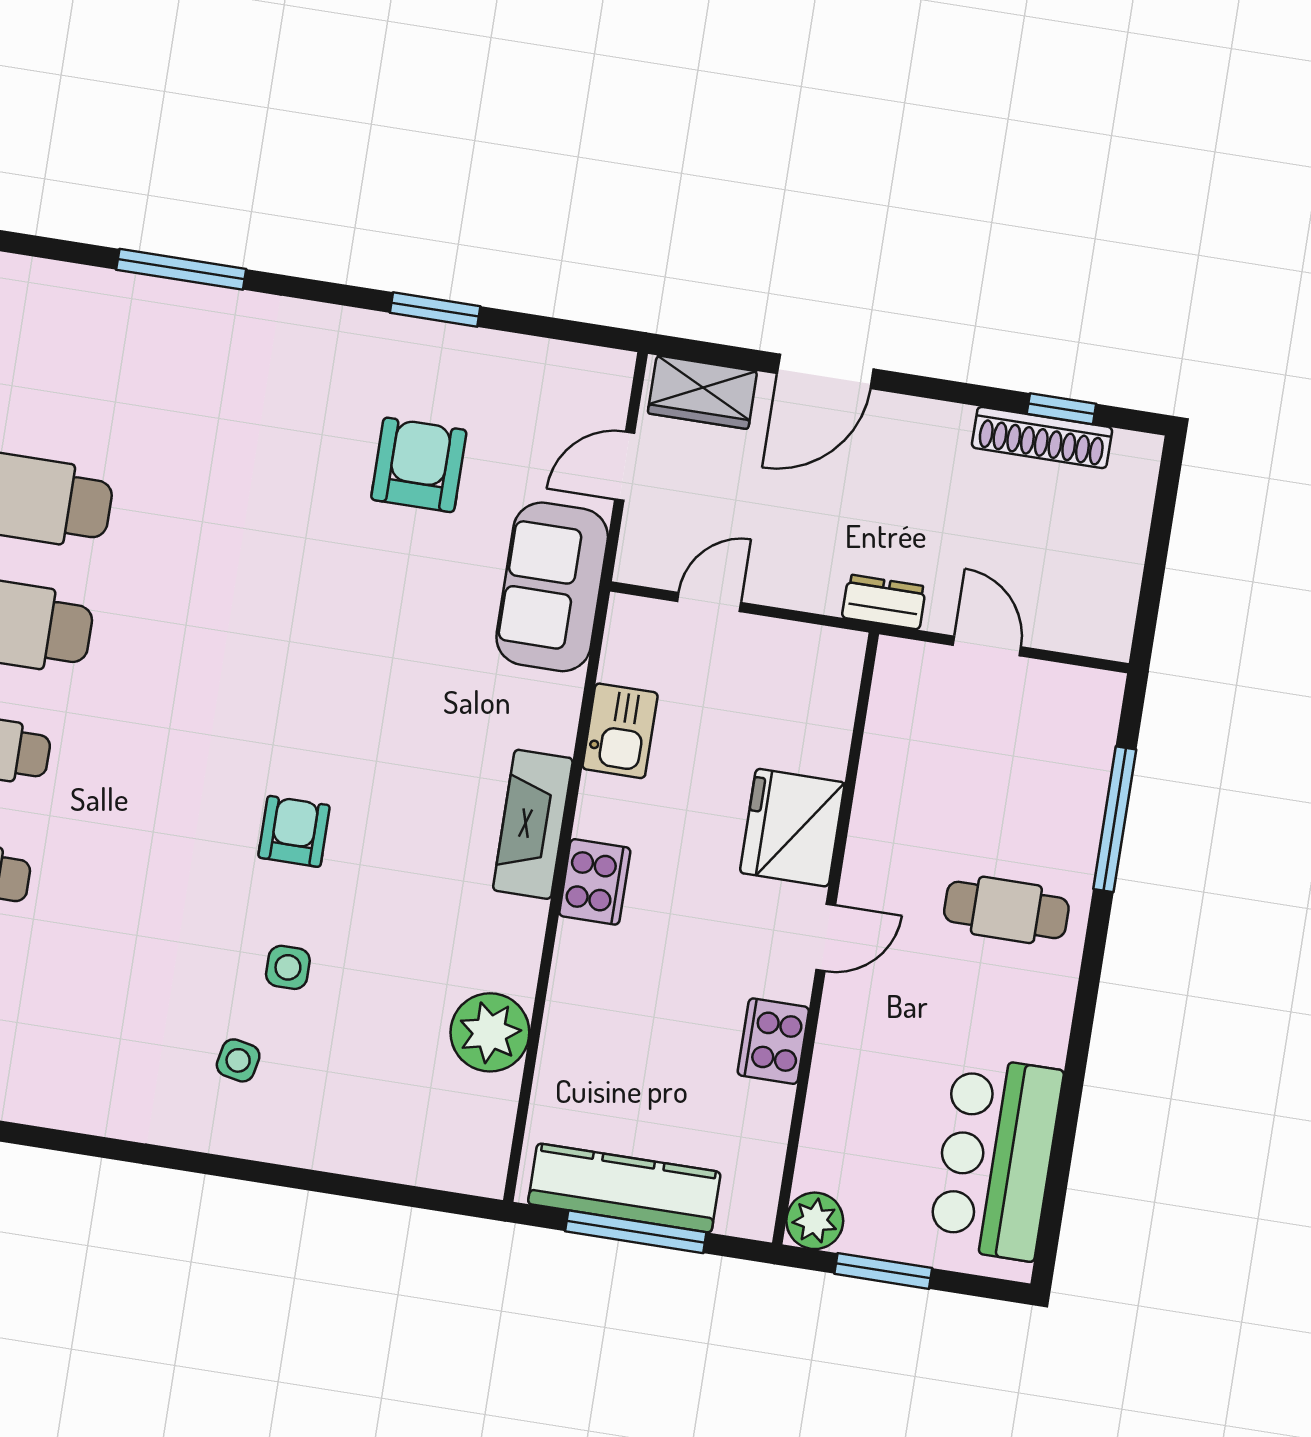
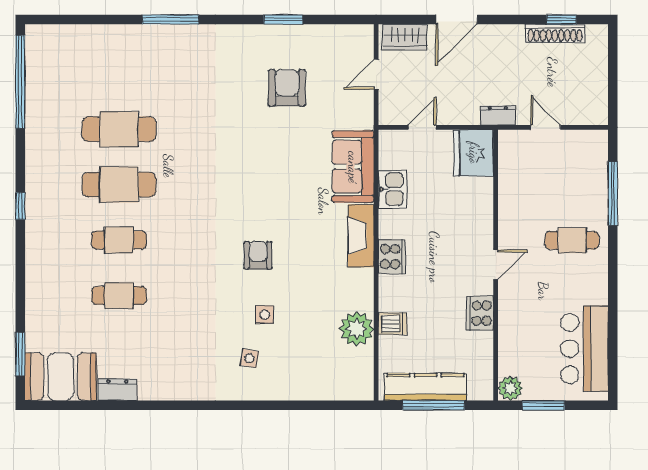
sofa: (552, 587) -> (353, 167), moved
fridge: (792, 828) -> (474, 153), moved
dishwasher: (573, 1034) -> (393, 324), added

